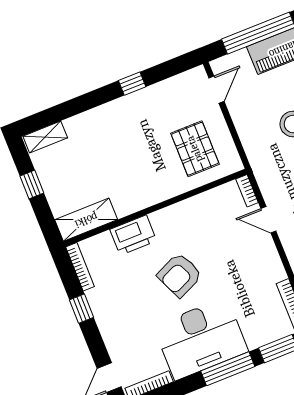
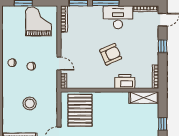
pallet: (195, 149) -> (80, 110), width x1.37, depth x1.41
window: (82, 309) -> (163, 46), moved
desk: (201, 339) -> (118, 17), width x0.73, depth x0.77

